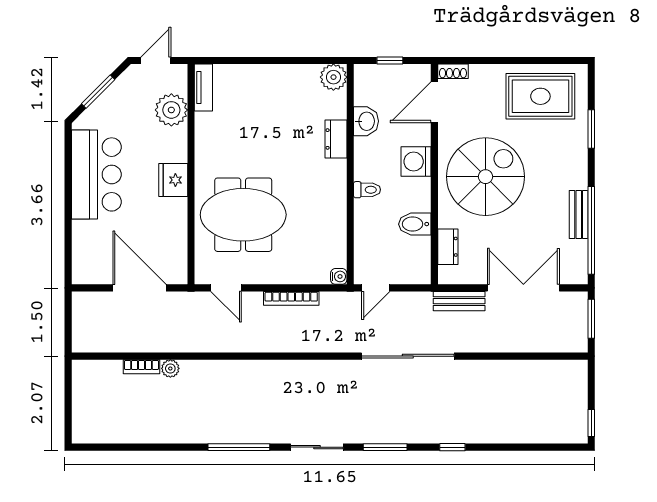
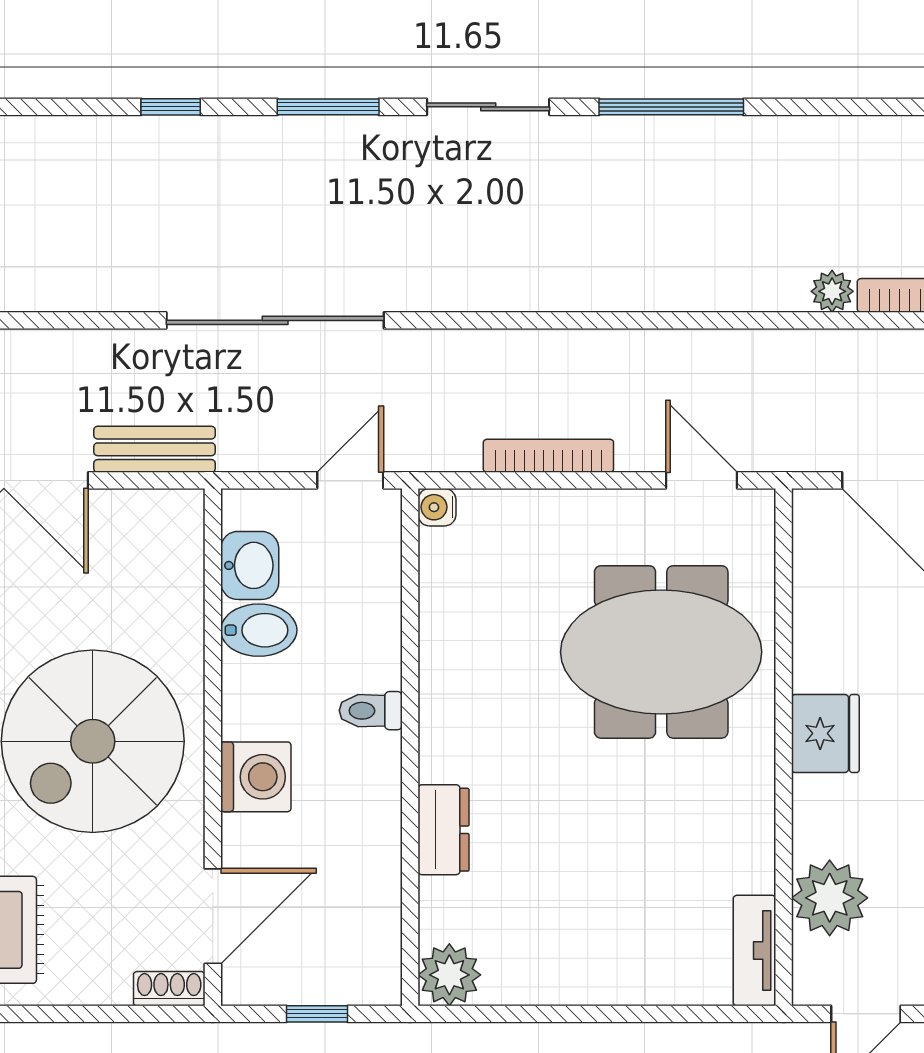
washbasin: (366, 121) -> (250, 565), moved, turned 180
dresser: (448, 247) -> (181, 577), removed

